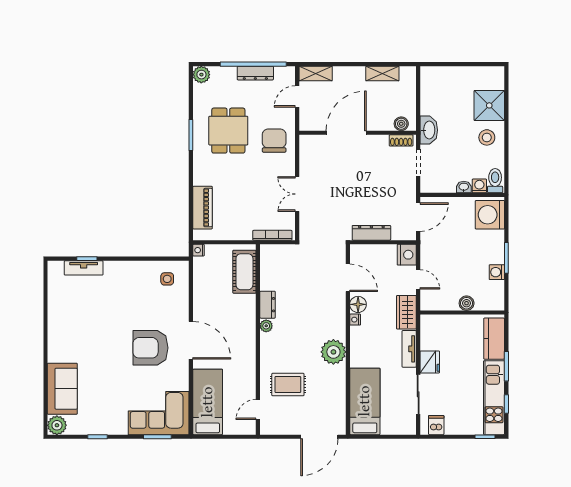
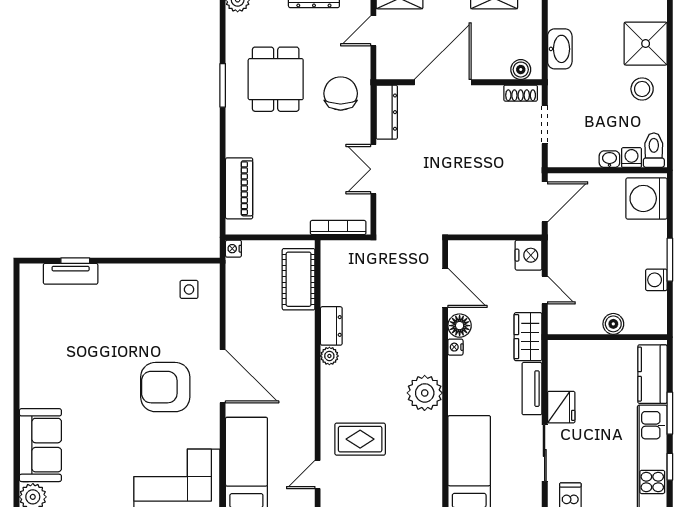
washbasin: (429, 130) -> (560, 49), moved
dresser: (371, 233) -> (387, 112), moved, turned 90

